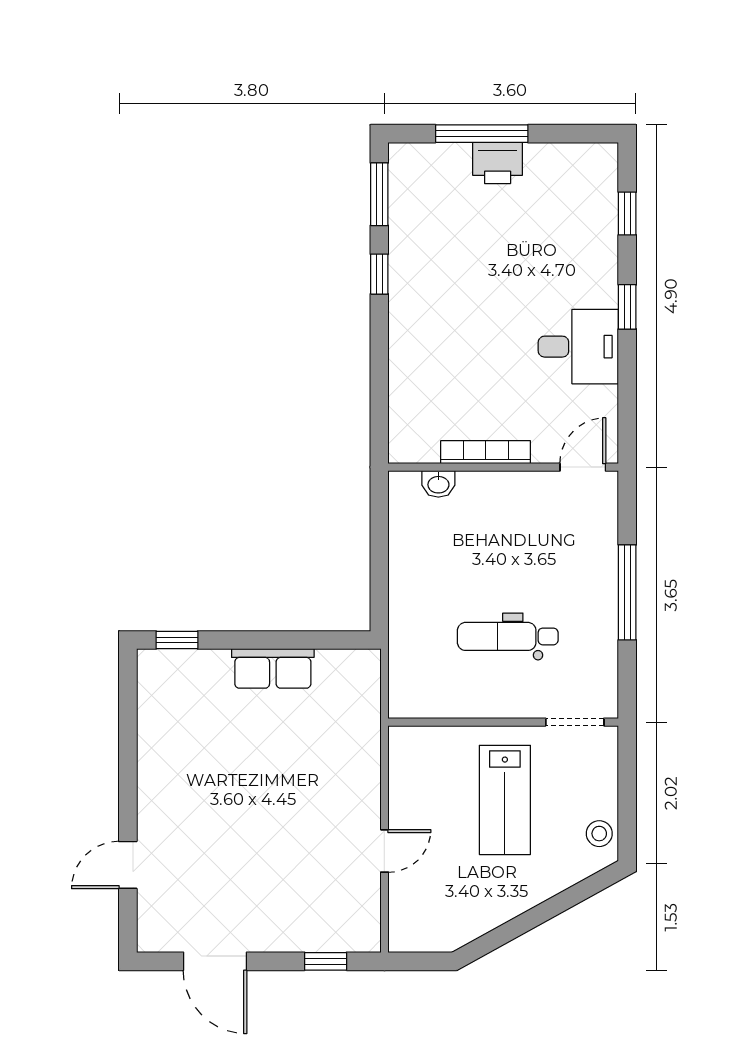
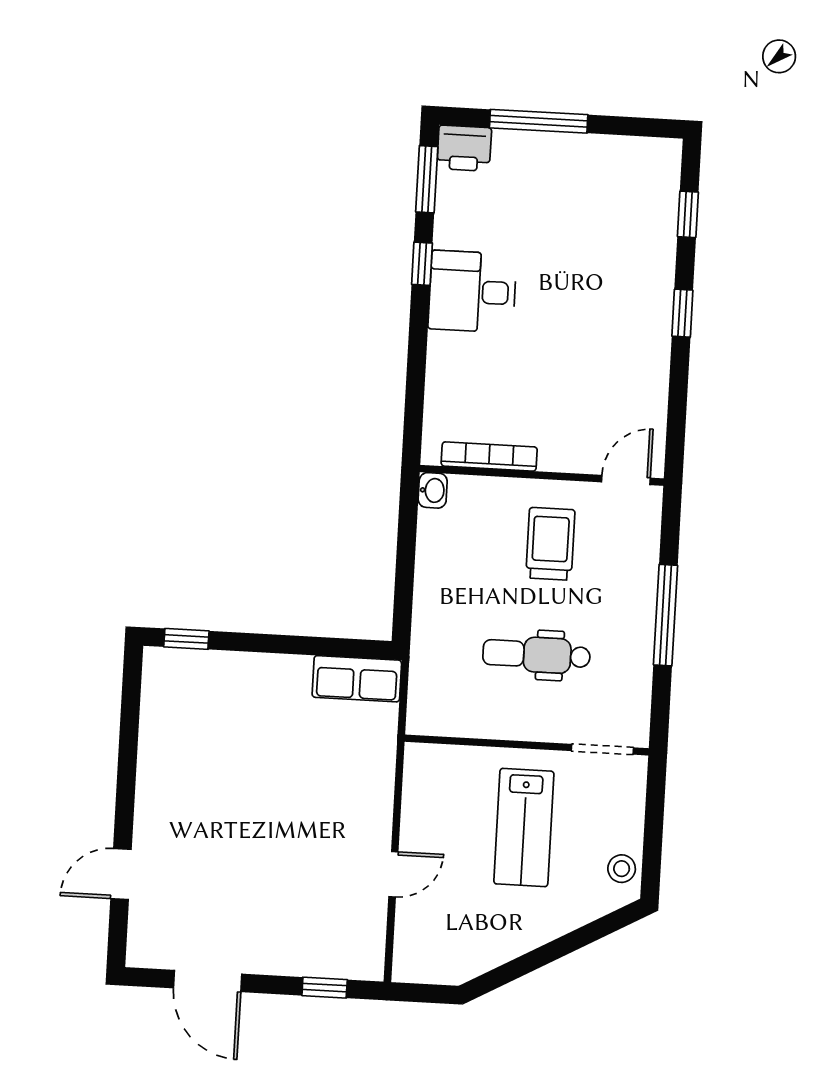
printer: (498, 163) -> (464, 148), moved
desk: (578, 347) -> (472, 292), moved, turned 180
bookcase: (486, 452) -> (489, 457), moved
washbasin: (438, 484) -> (433, 490), moved, turned -90
trolley: (515, 531) -> (550, 544), added
row of seats: (273, 668) -> (357, 679), moved

